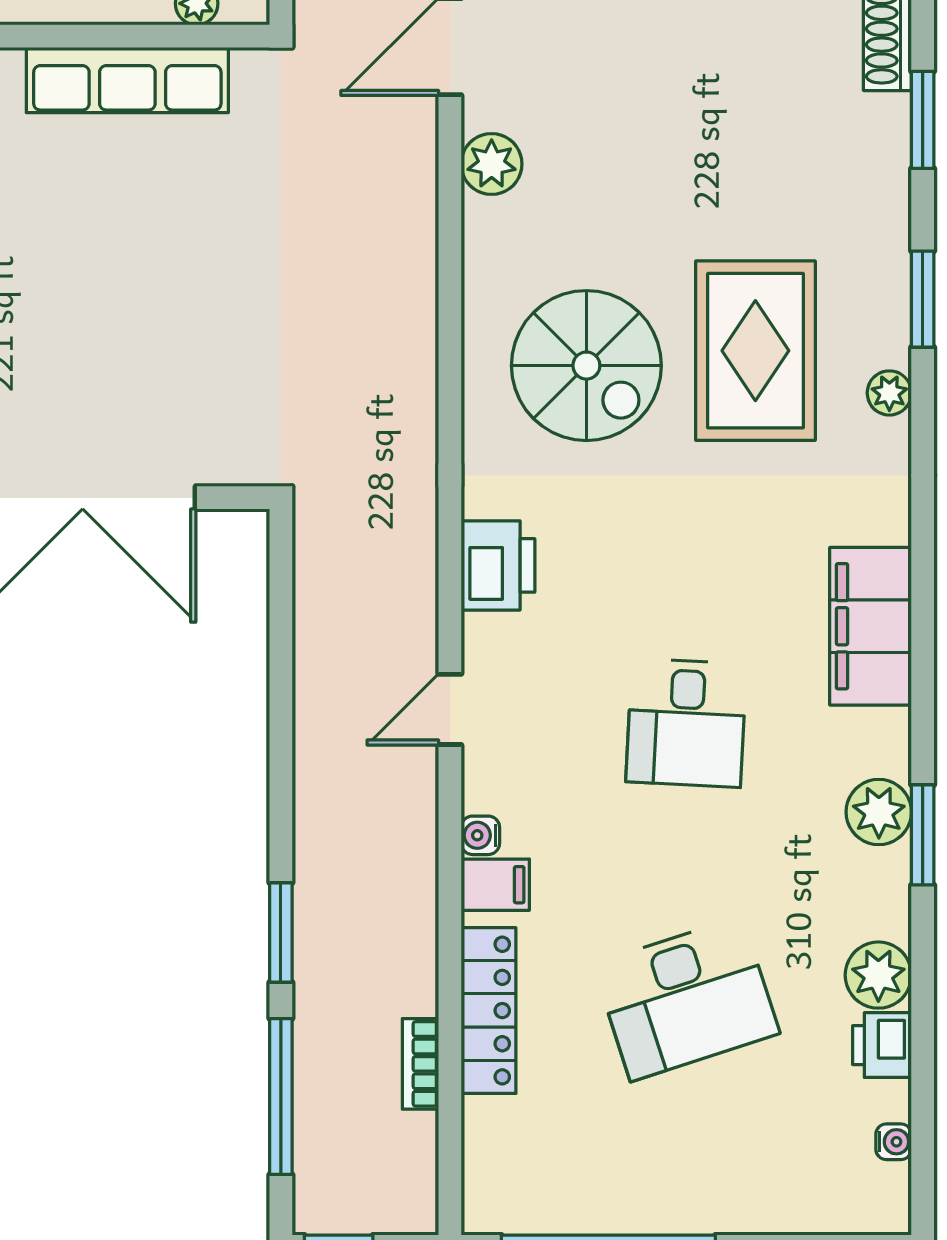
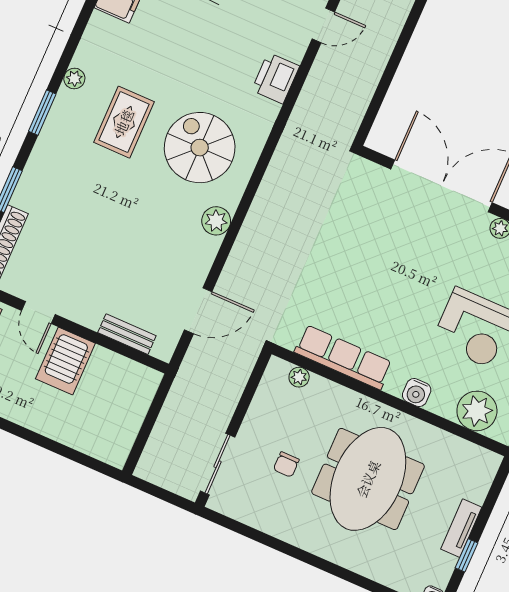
plant: (492, 164) -> (216, 221), moved
rug: (755, 351) -> (124, 122), width x0.73, depth x0.70

